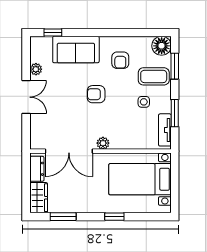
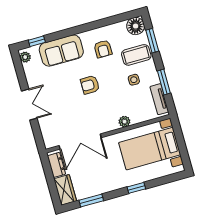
plant: (36, 69) -> (25, 57), moved
plant: (103, 143) -> (124, 122), moved

